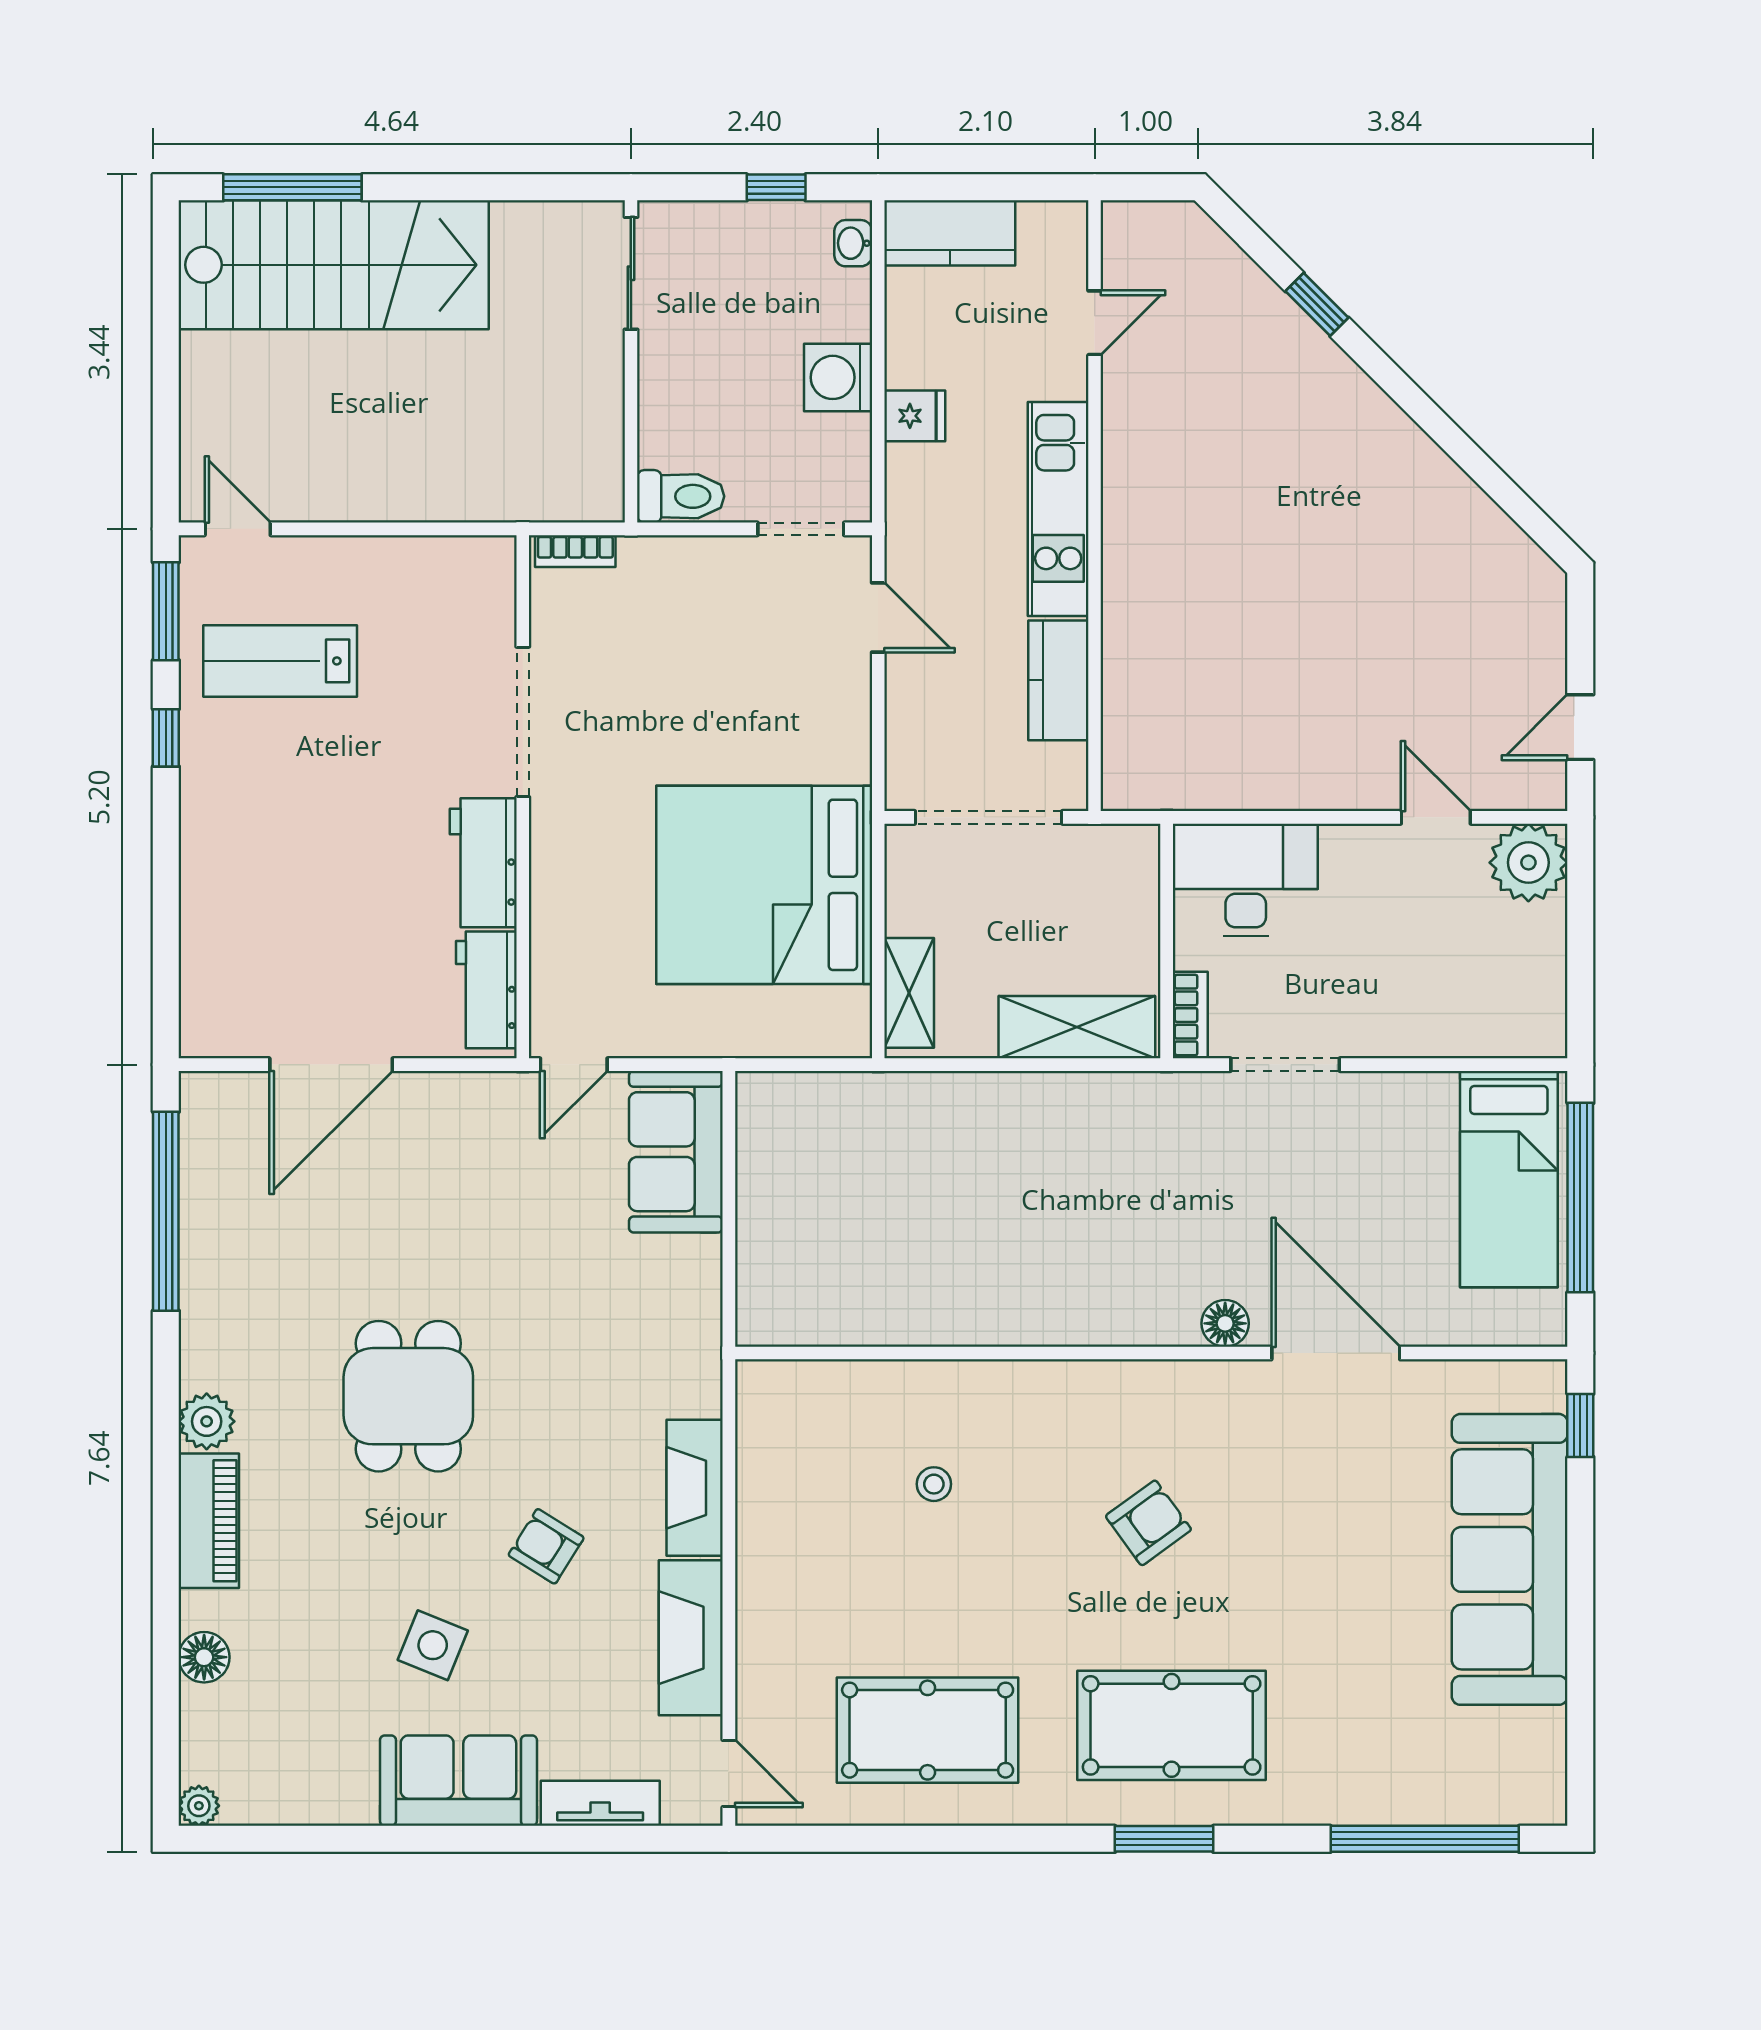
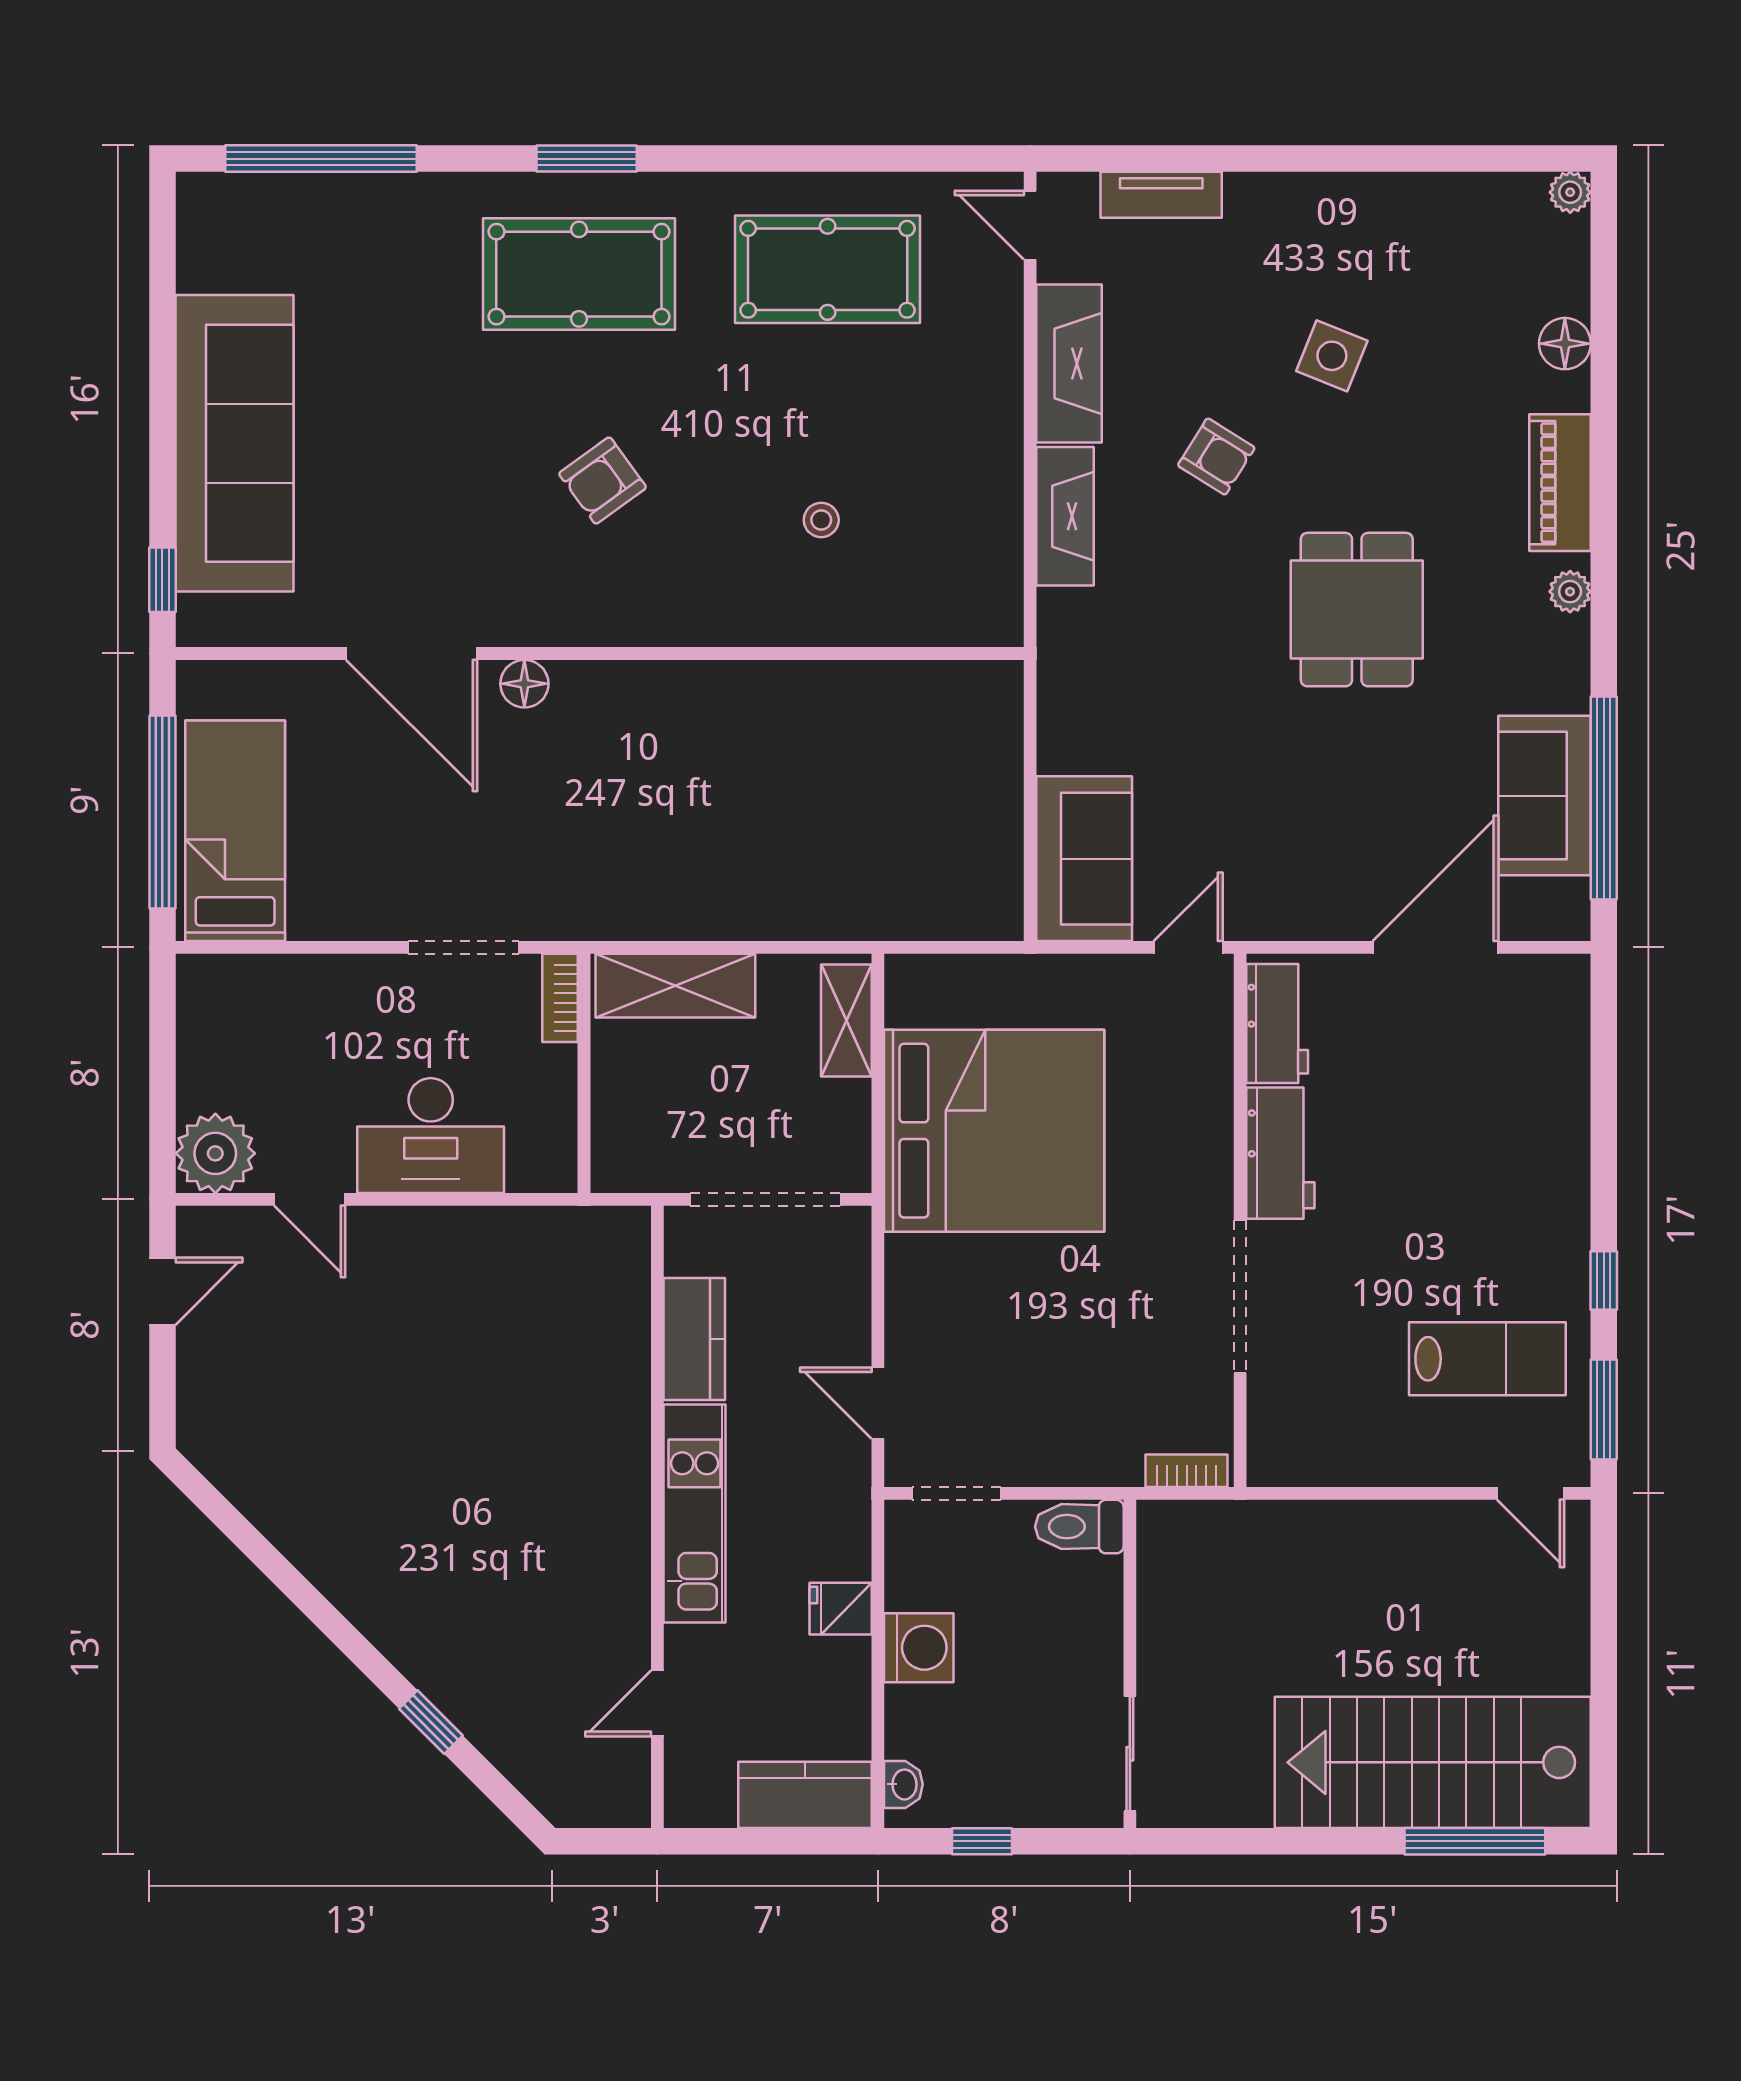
desk: (1246, 880) -> (431, 1136), moved
plant: (207, 1421) -> (1570, 592), width x0.73, depth x0.73
sofa: (458, 1781) -> (1545, 796), moved, turned 90

